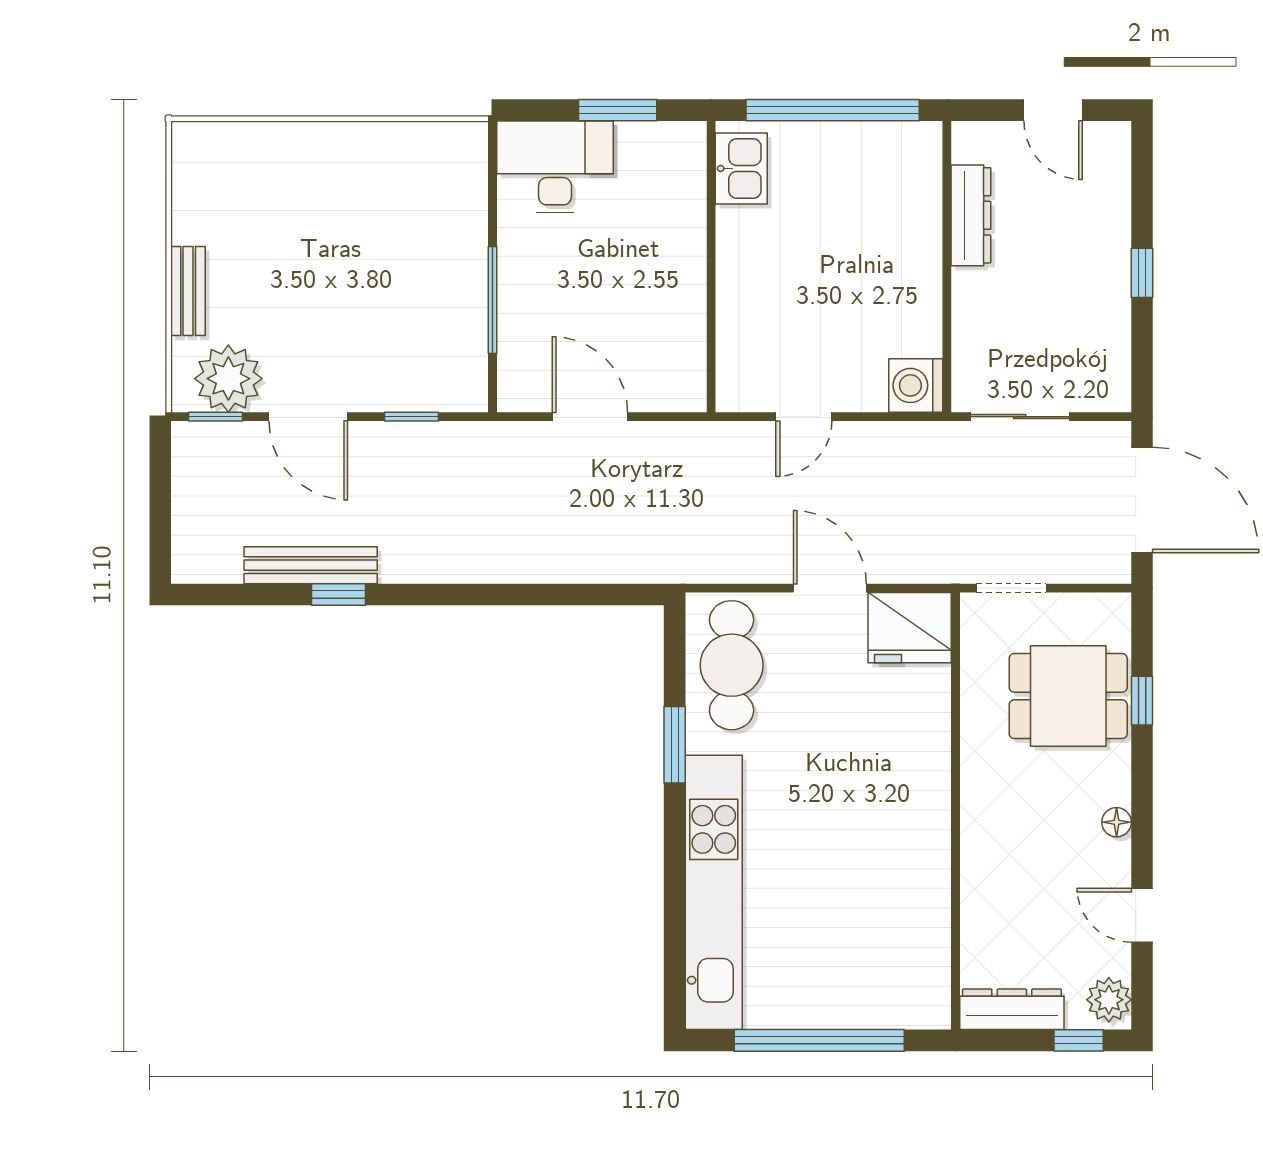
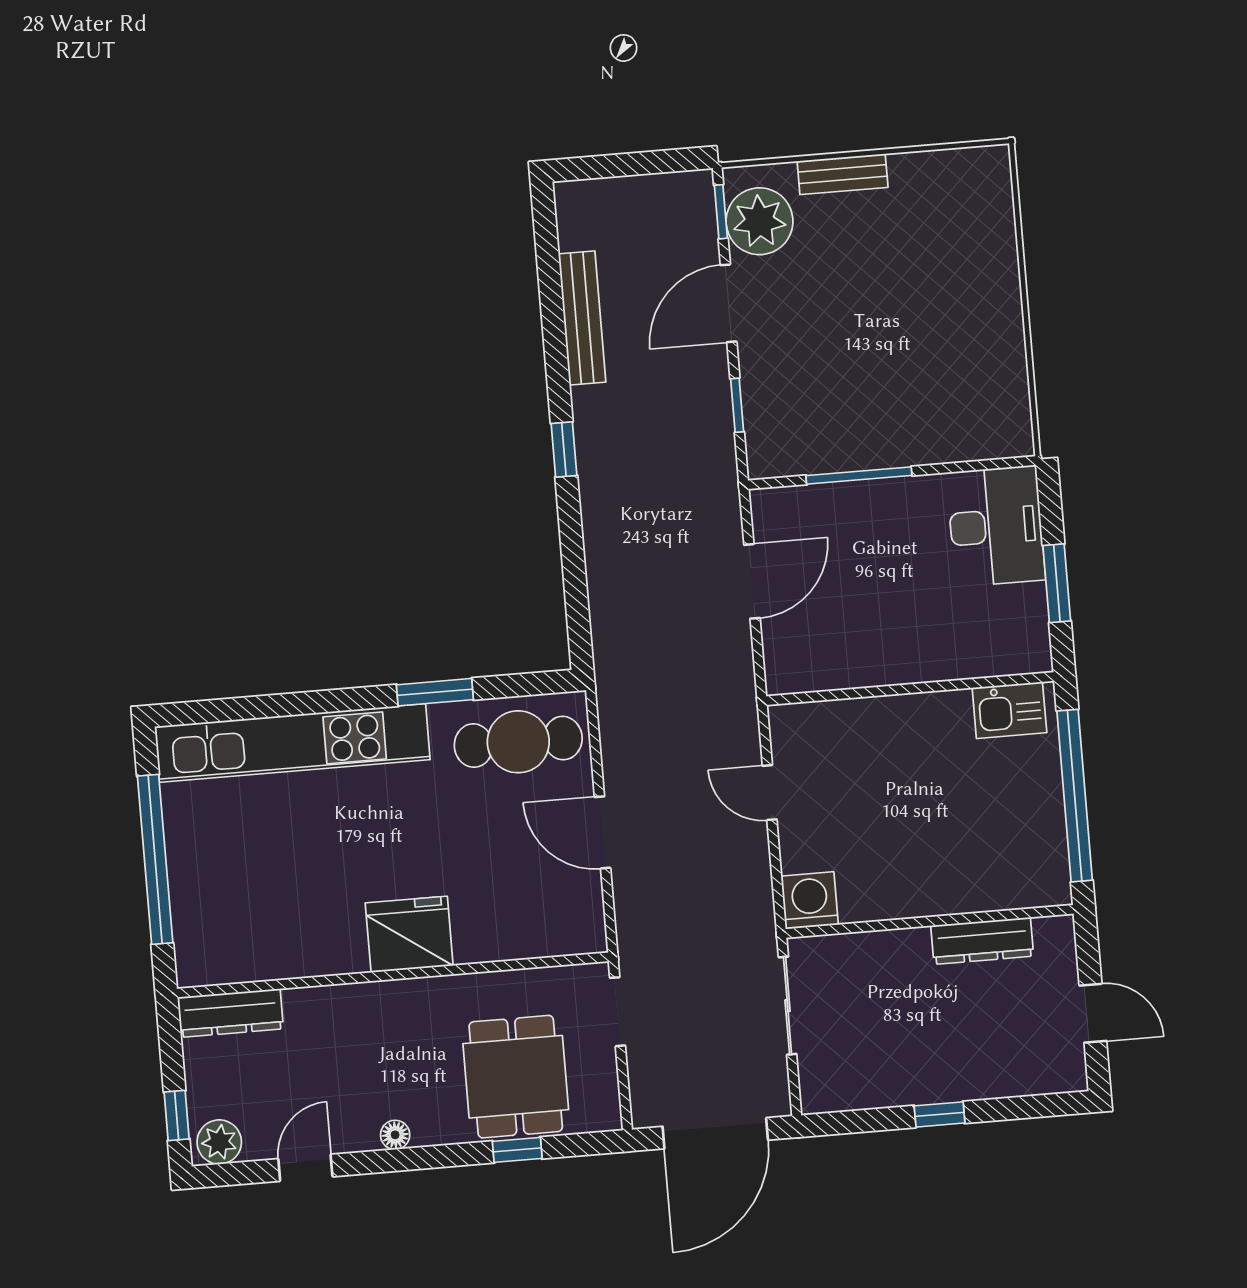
door: (1053, 110) -> (1093, 1013), swing flipped
door: (830, 588) -> (603, 832), swing flipped
window: (339, 595) -> (564, 449), moved
fridge: (910, 628) -> (409, 934), moved, turned 90
dresser: (1012, 1009) -> (230, 1013), moved, turned 90

